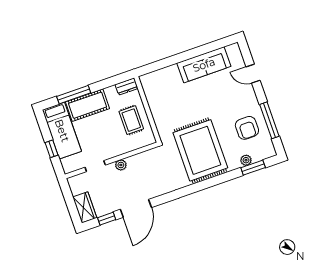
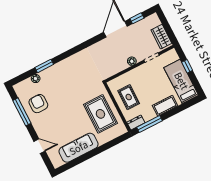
window: (74, 95) -> (149, 124), moved
cot: (87, 105) -> (165, 106), width x0.73, depth x0.75
rug: (200, 150) -> (100, 114), moved, width x0.73, depth x0.69
window: (253, 168) -> (44, 66), moved
wardrobe: (85, 207) -> (161, 37), moved

